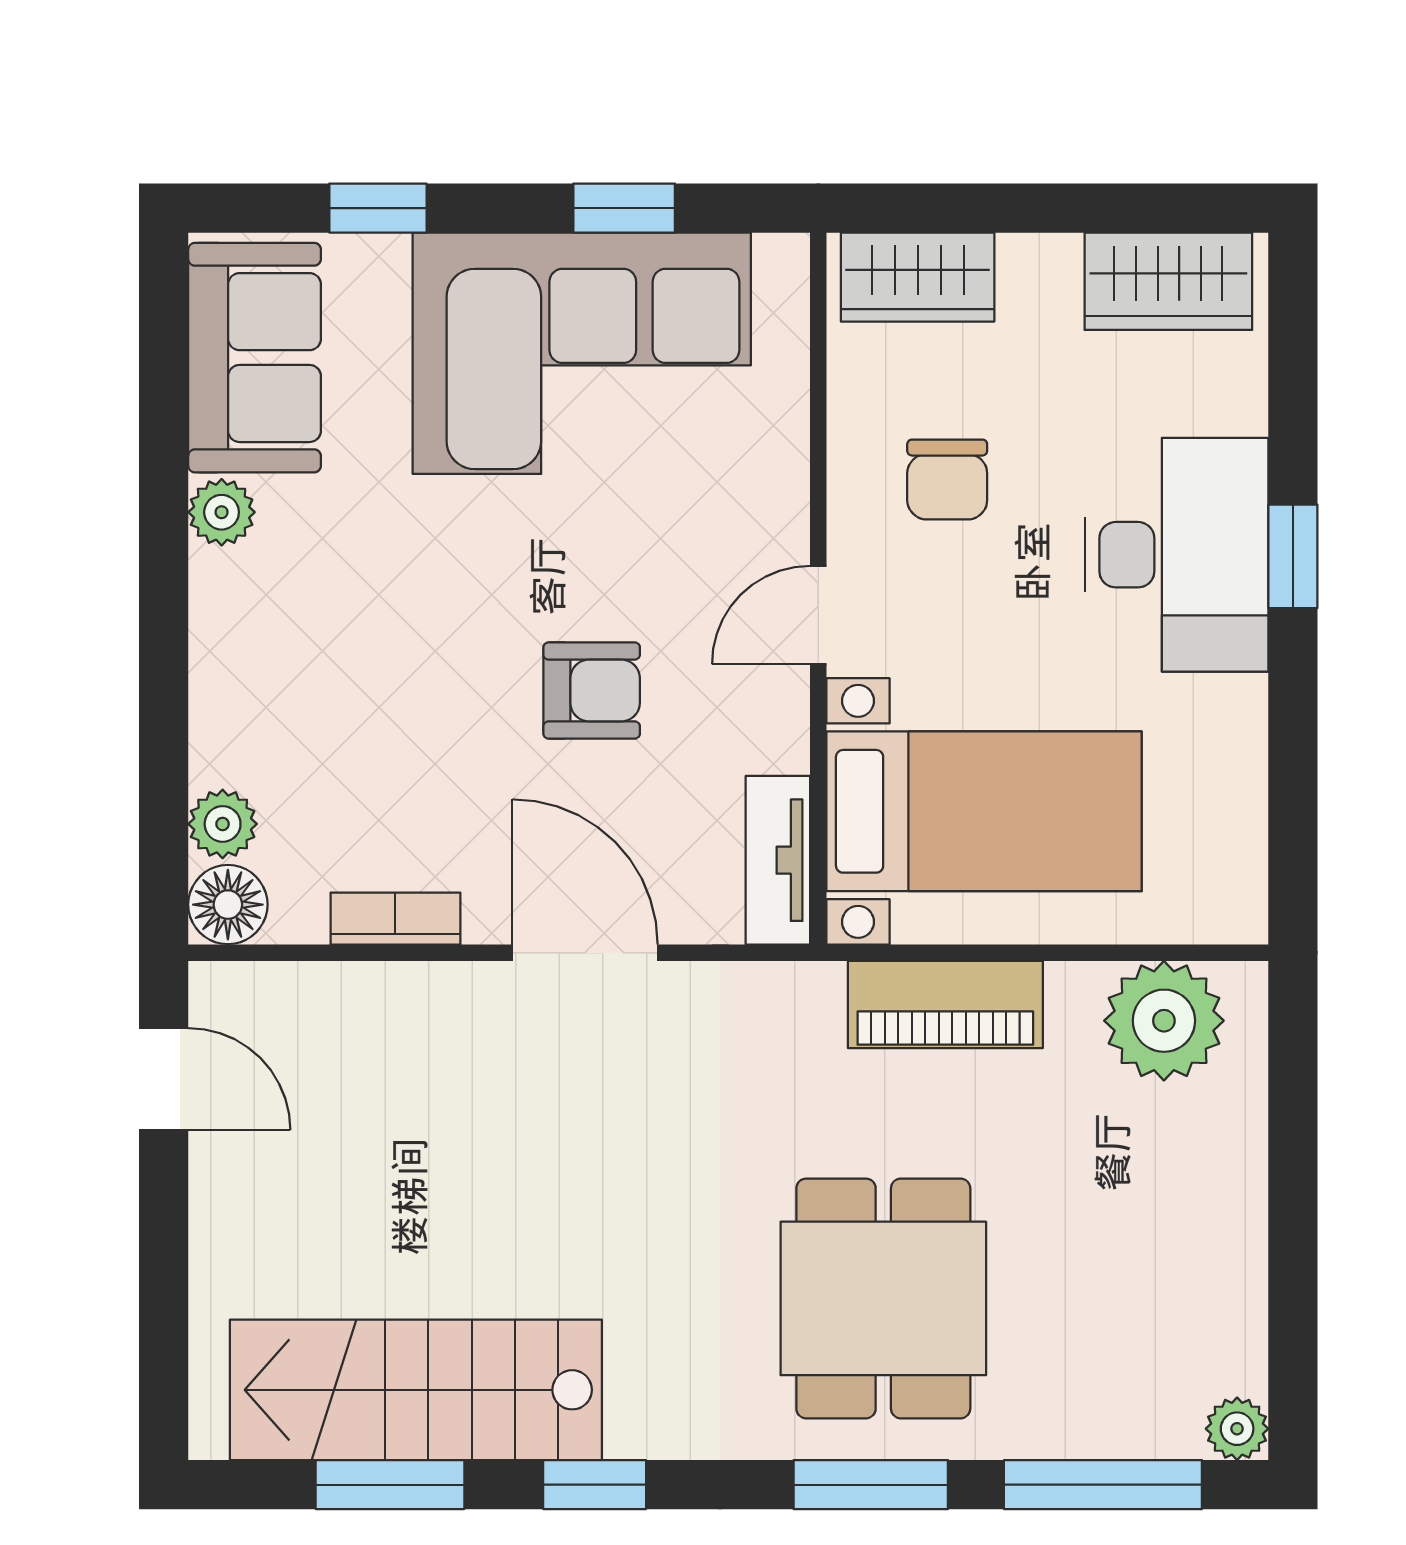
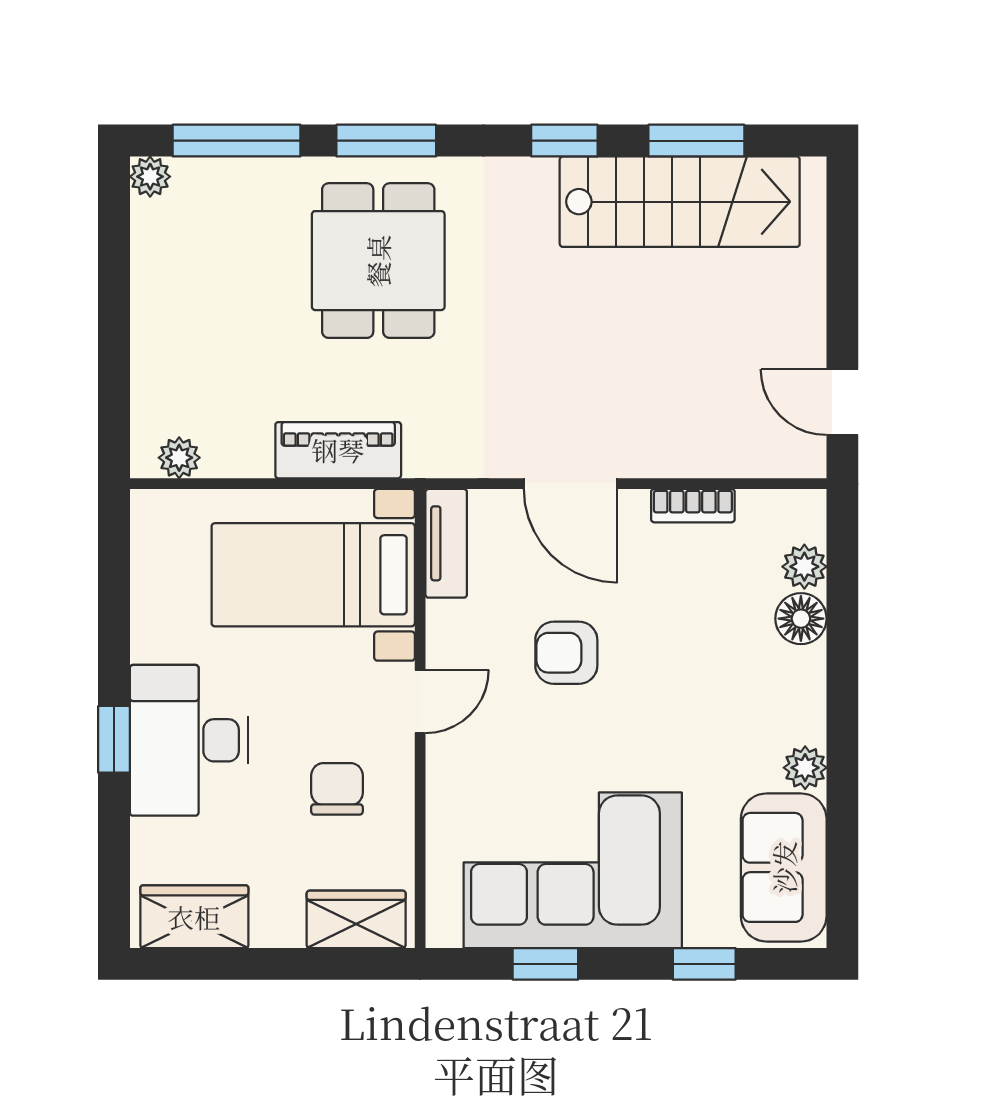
floor lamp: (228, 905) -> (801, 619), moved
plant: (1164, 1021) -> (179, 458), width x0.53, depth x0.53

